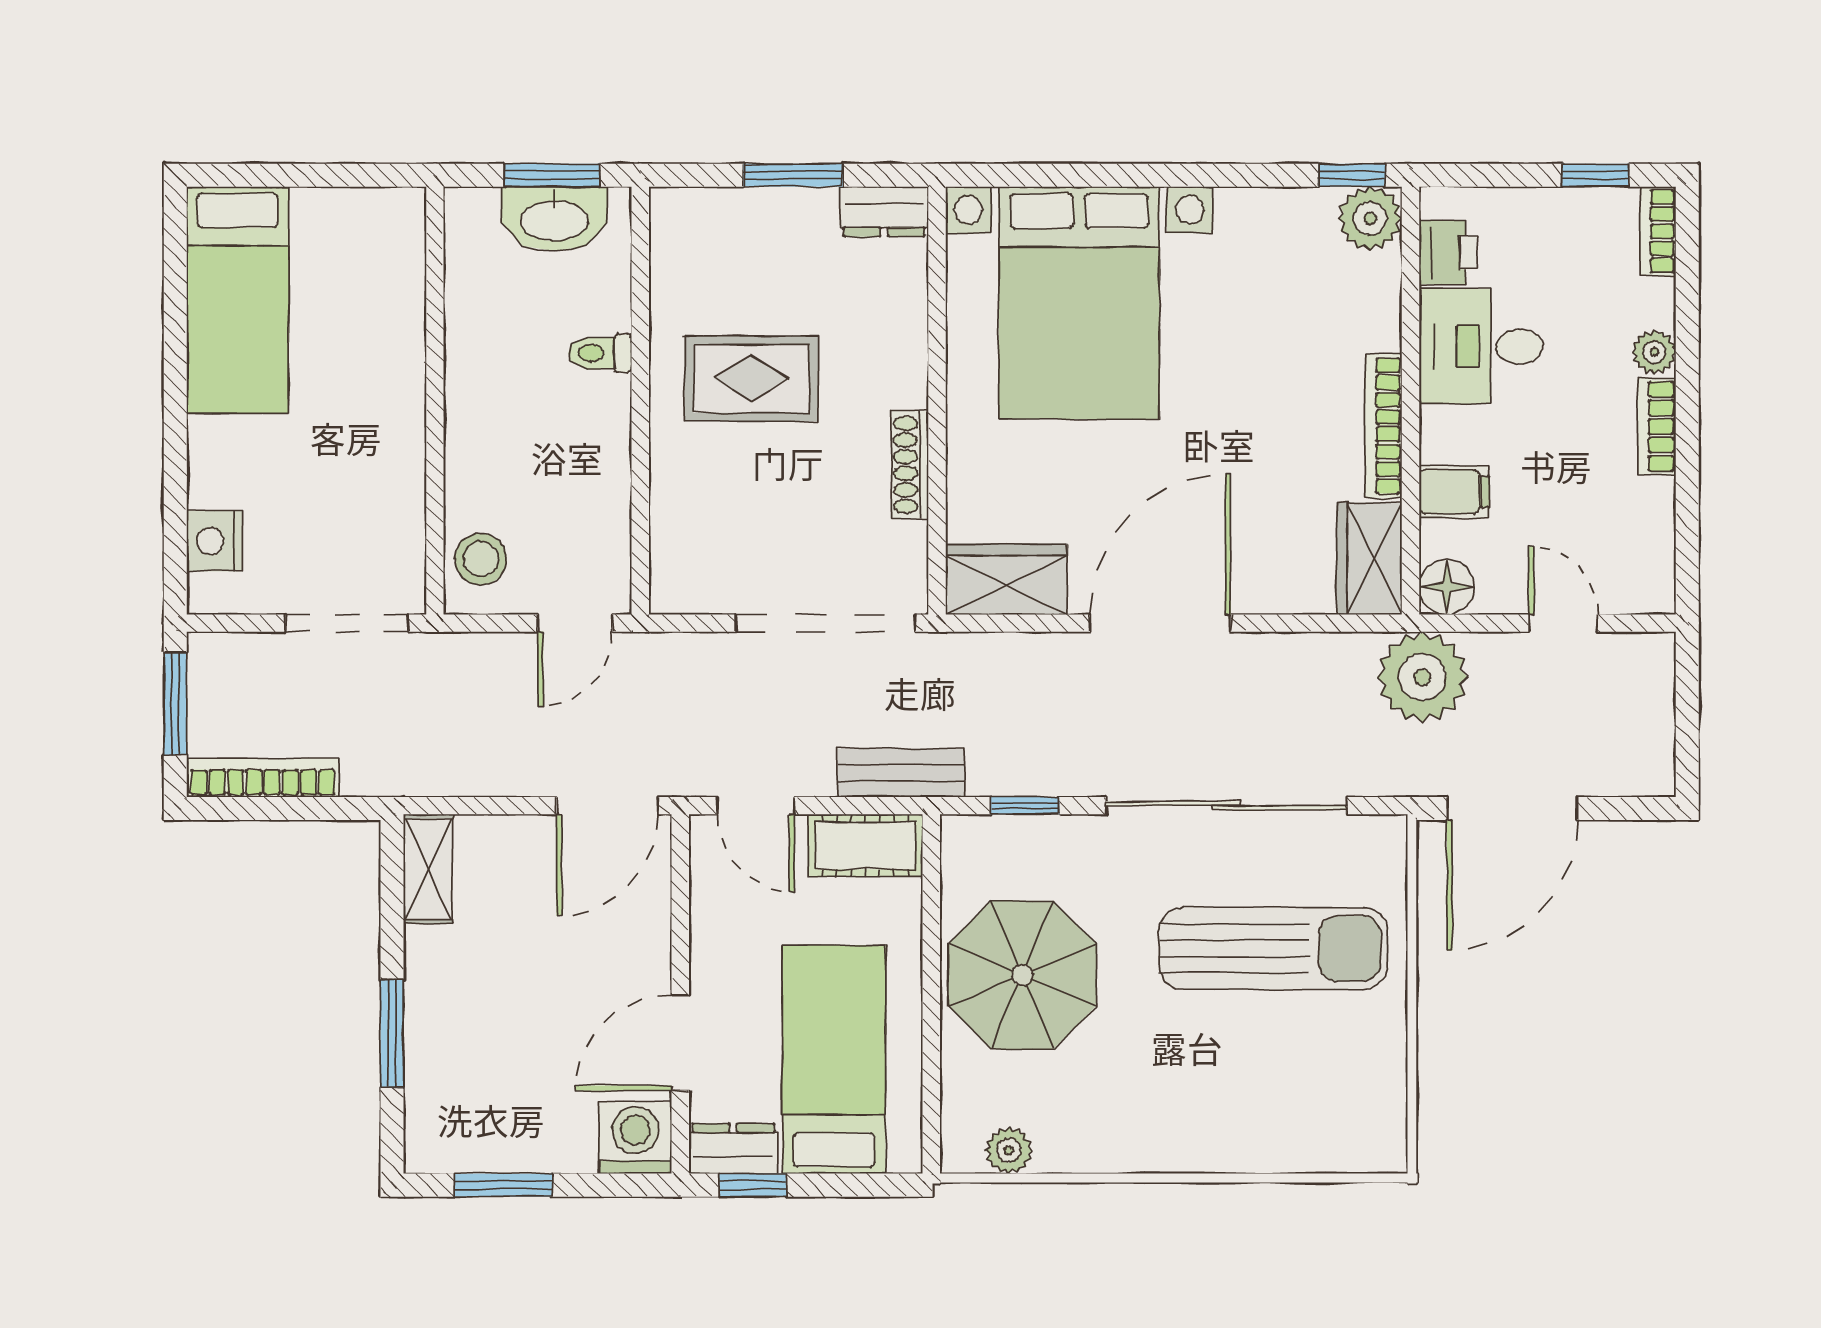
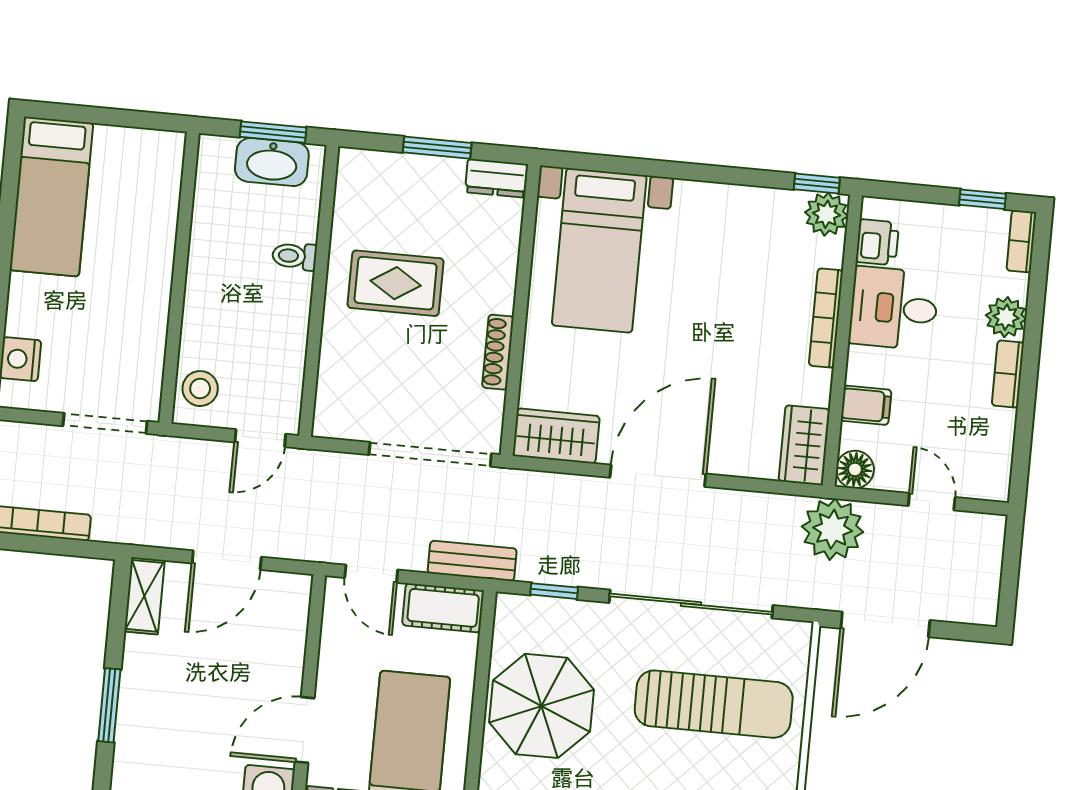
bed with nightstands: (1079, 303) -> (599, 250), width x0.73
plant: (1654, 352) -> (1006, 317), width x1.38, depth x1.38
bookcase: (1384, 426) -> (826, 318), moved
door: (607, 806) -> (227, 560), moved

